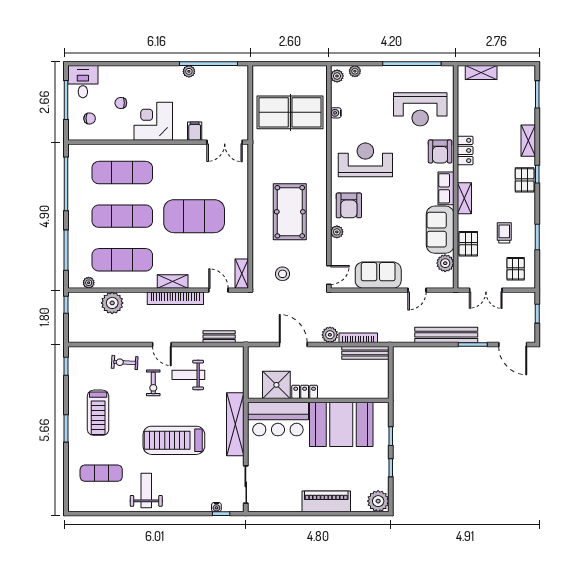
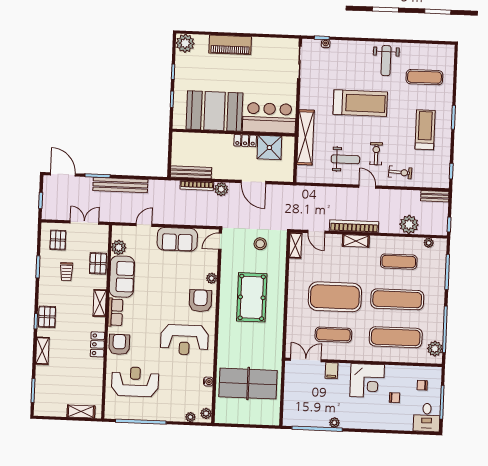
plant: (77, 161) -> (435, 349), added
exercise mat: (194, 173) -> (333, 335), added
exercise mat: (122, 260) -> (399, 262), width x0.73, depth x0.69
bench: (219, 337) -> (435, 196), moved
shelving: (235, 424) -> (305, 137), moved

